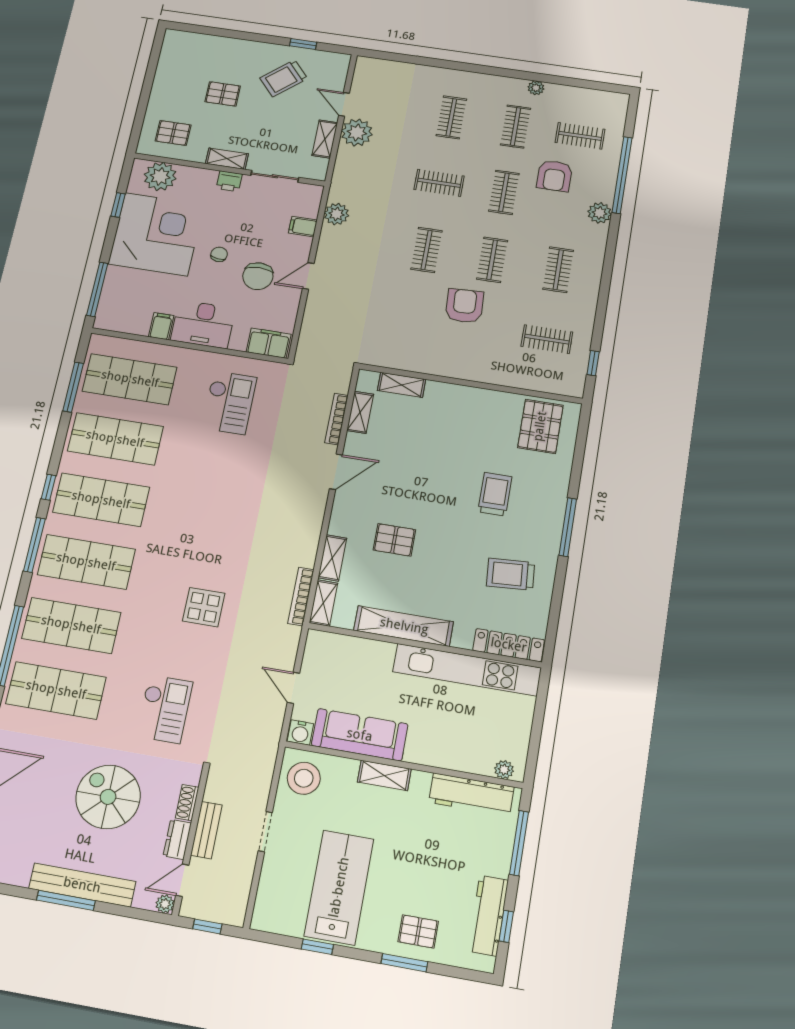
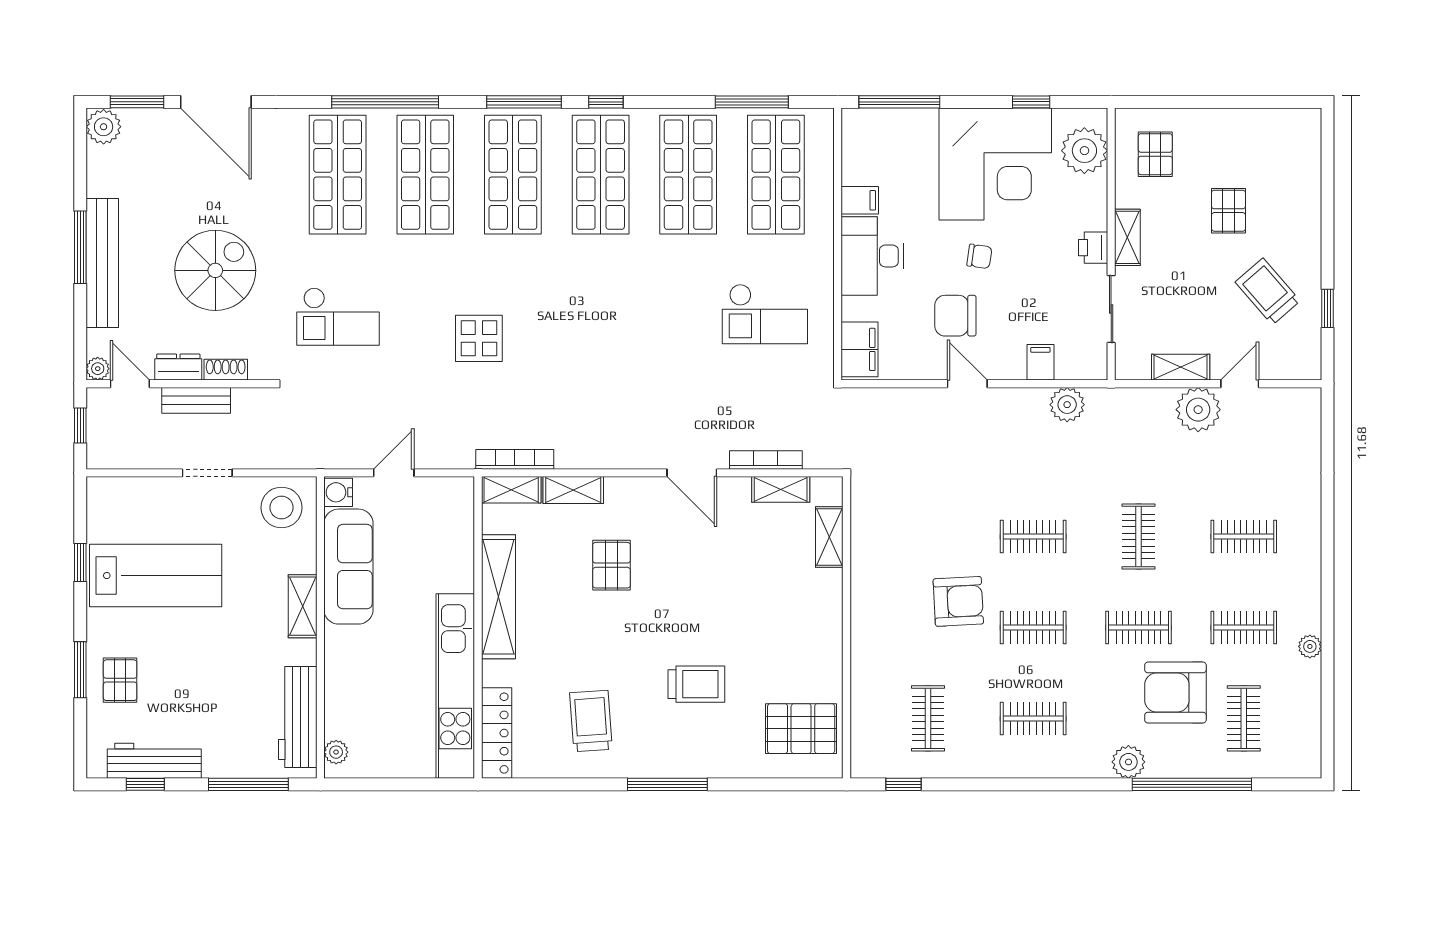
armchair: (554, 176) -> (1175, 693), width x1.36, depth x1.36

